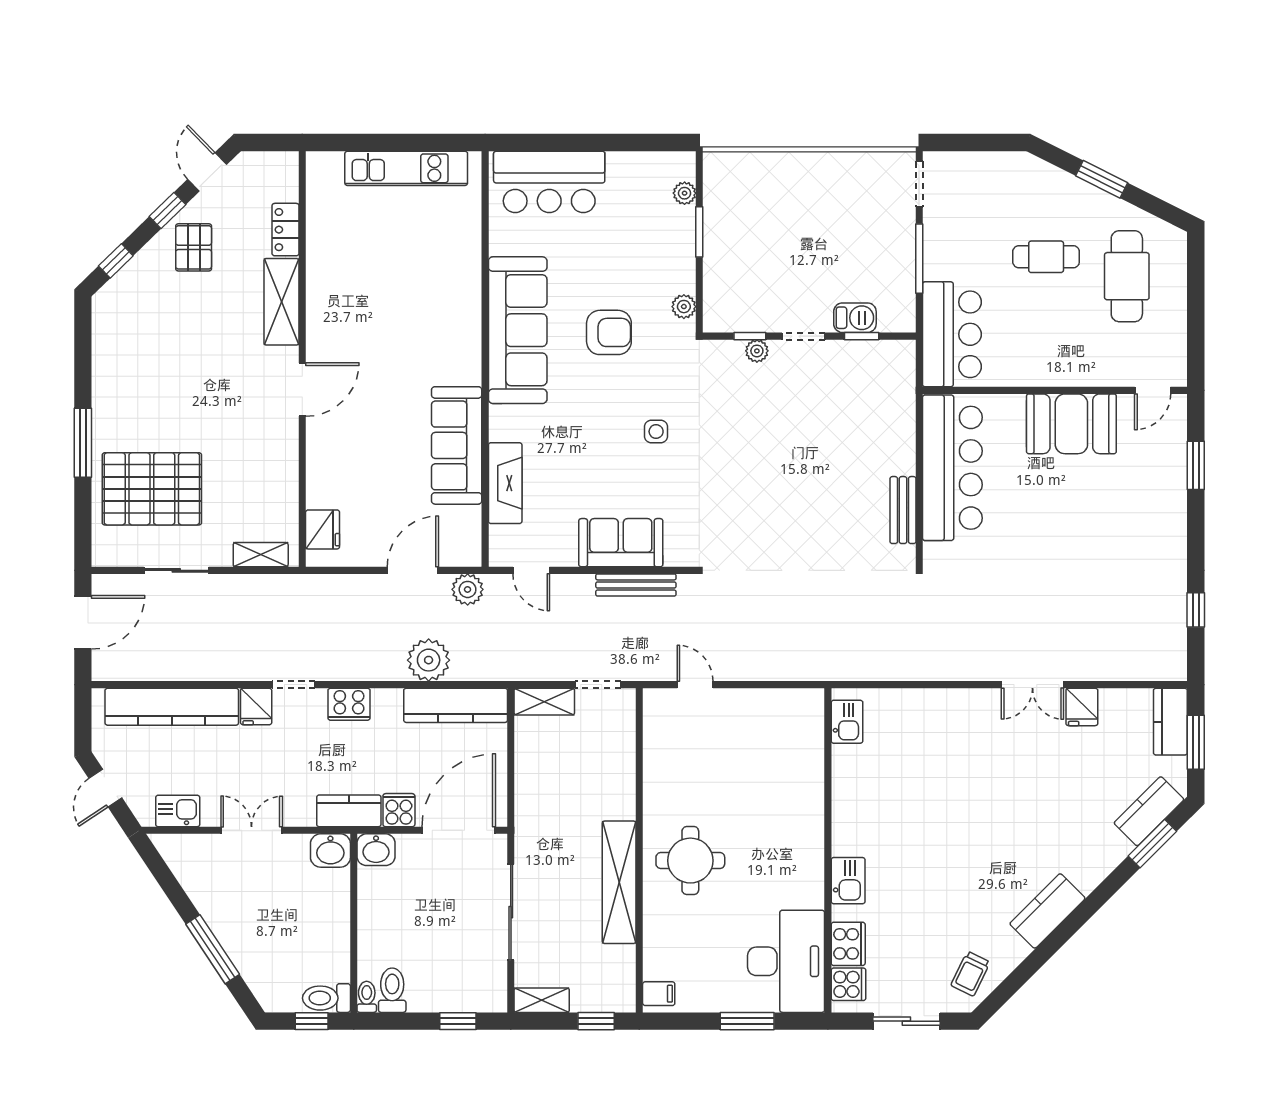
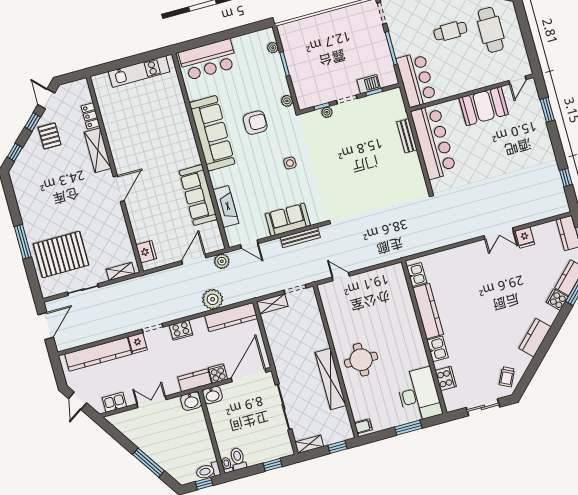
bench: (903, 510) -> (407, 136), moved
kitchen counter: (850, 800) -> (428, 311), added
cooker: (848, 984) -> (557, 300), moved, turned -135

